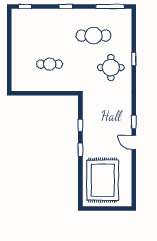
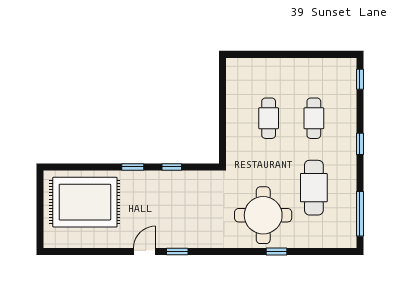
cafe table: (50, 36) -> (314, 118), added
round table: (111, 68) -> (263, 215), width x1.36, depth x1.36

